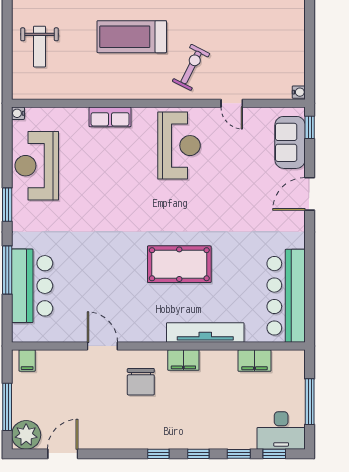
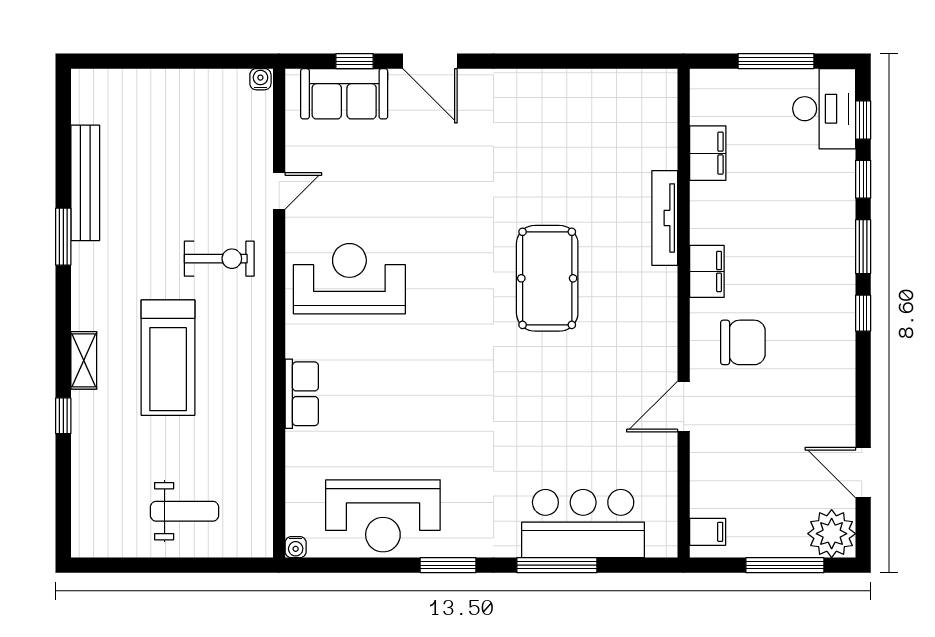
exercise bike: (191, 67) -> (219, 259), turned 153
window: (310, 127) -> (355, 61), moved
bar counter: (286, 296) -> (600, 100), removed
tv unit: (205, 333) -> (665, 218), width x0.73, depth x0.78
window: (198, 454) -> (863, 247), width x1.50

